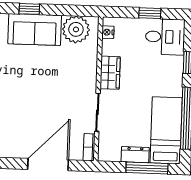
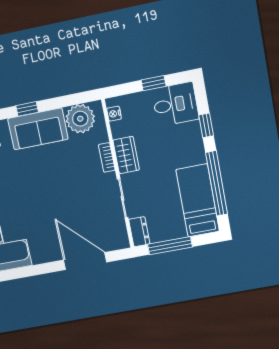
bookcase: (89, 147) -> (107, 157), moved
dresser: (135, 155) -> (139, 232), moved, turned 90
door: (48, 165) -> (85, 261), hinge flipped
window: (147, 168) -> (170, 246), moved

